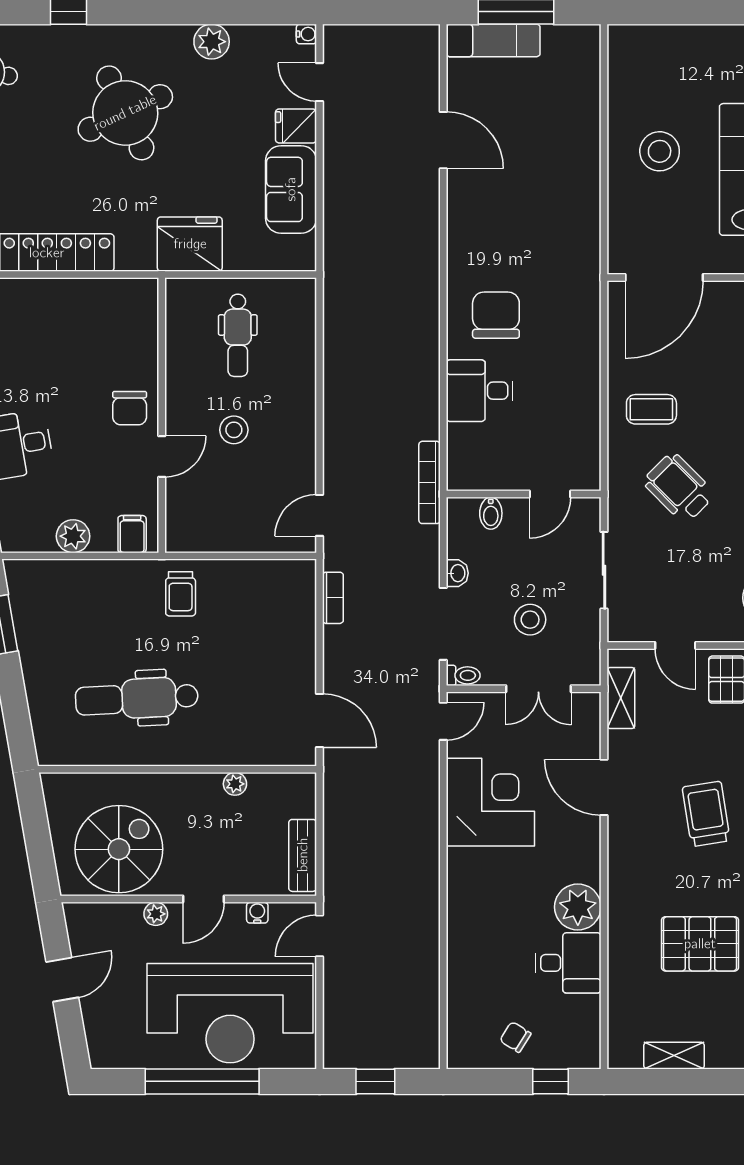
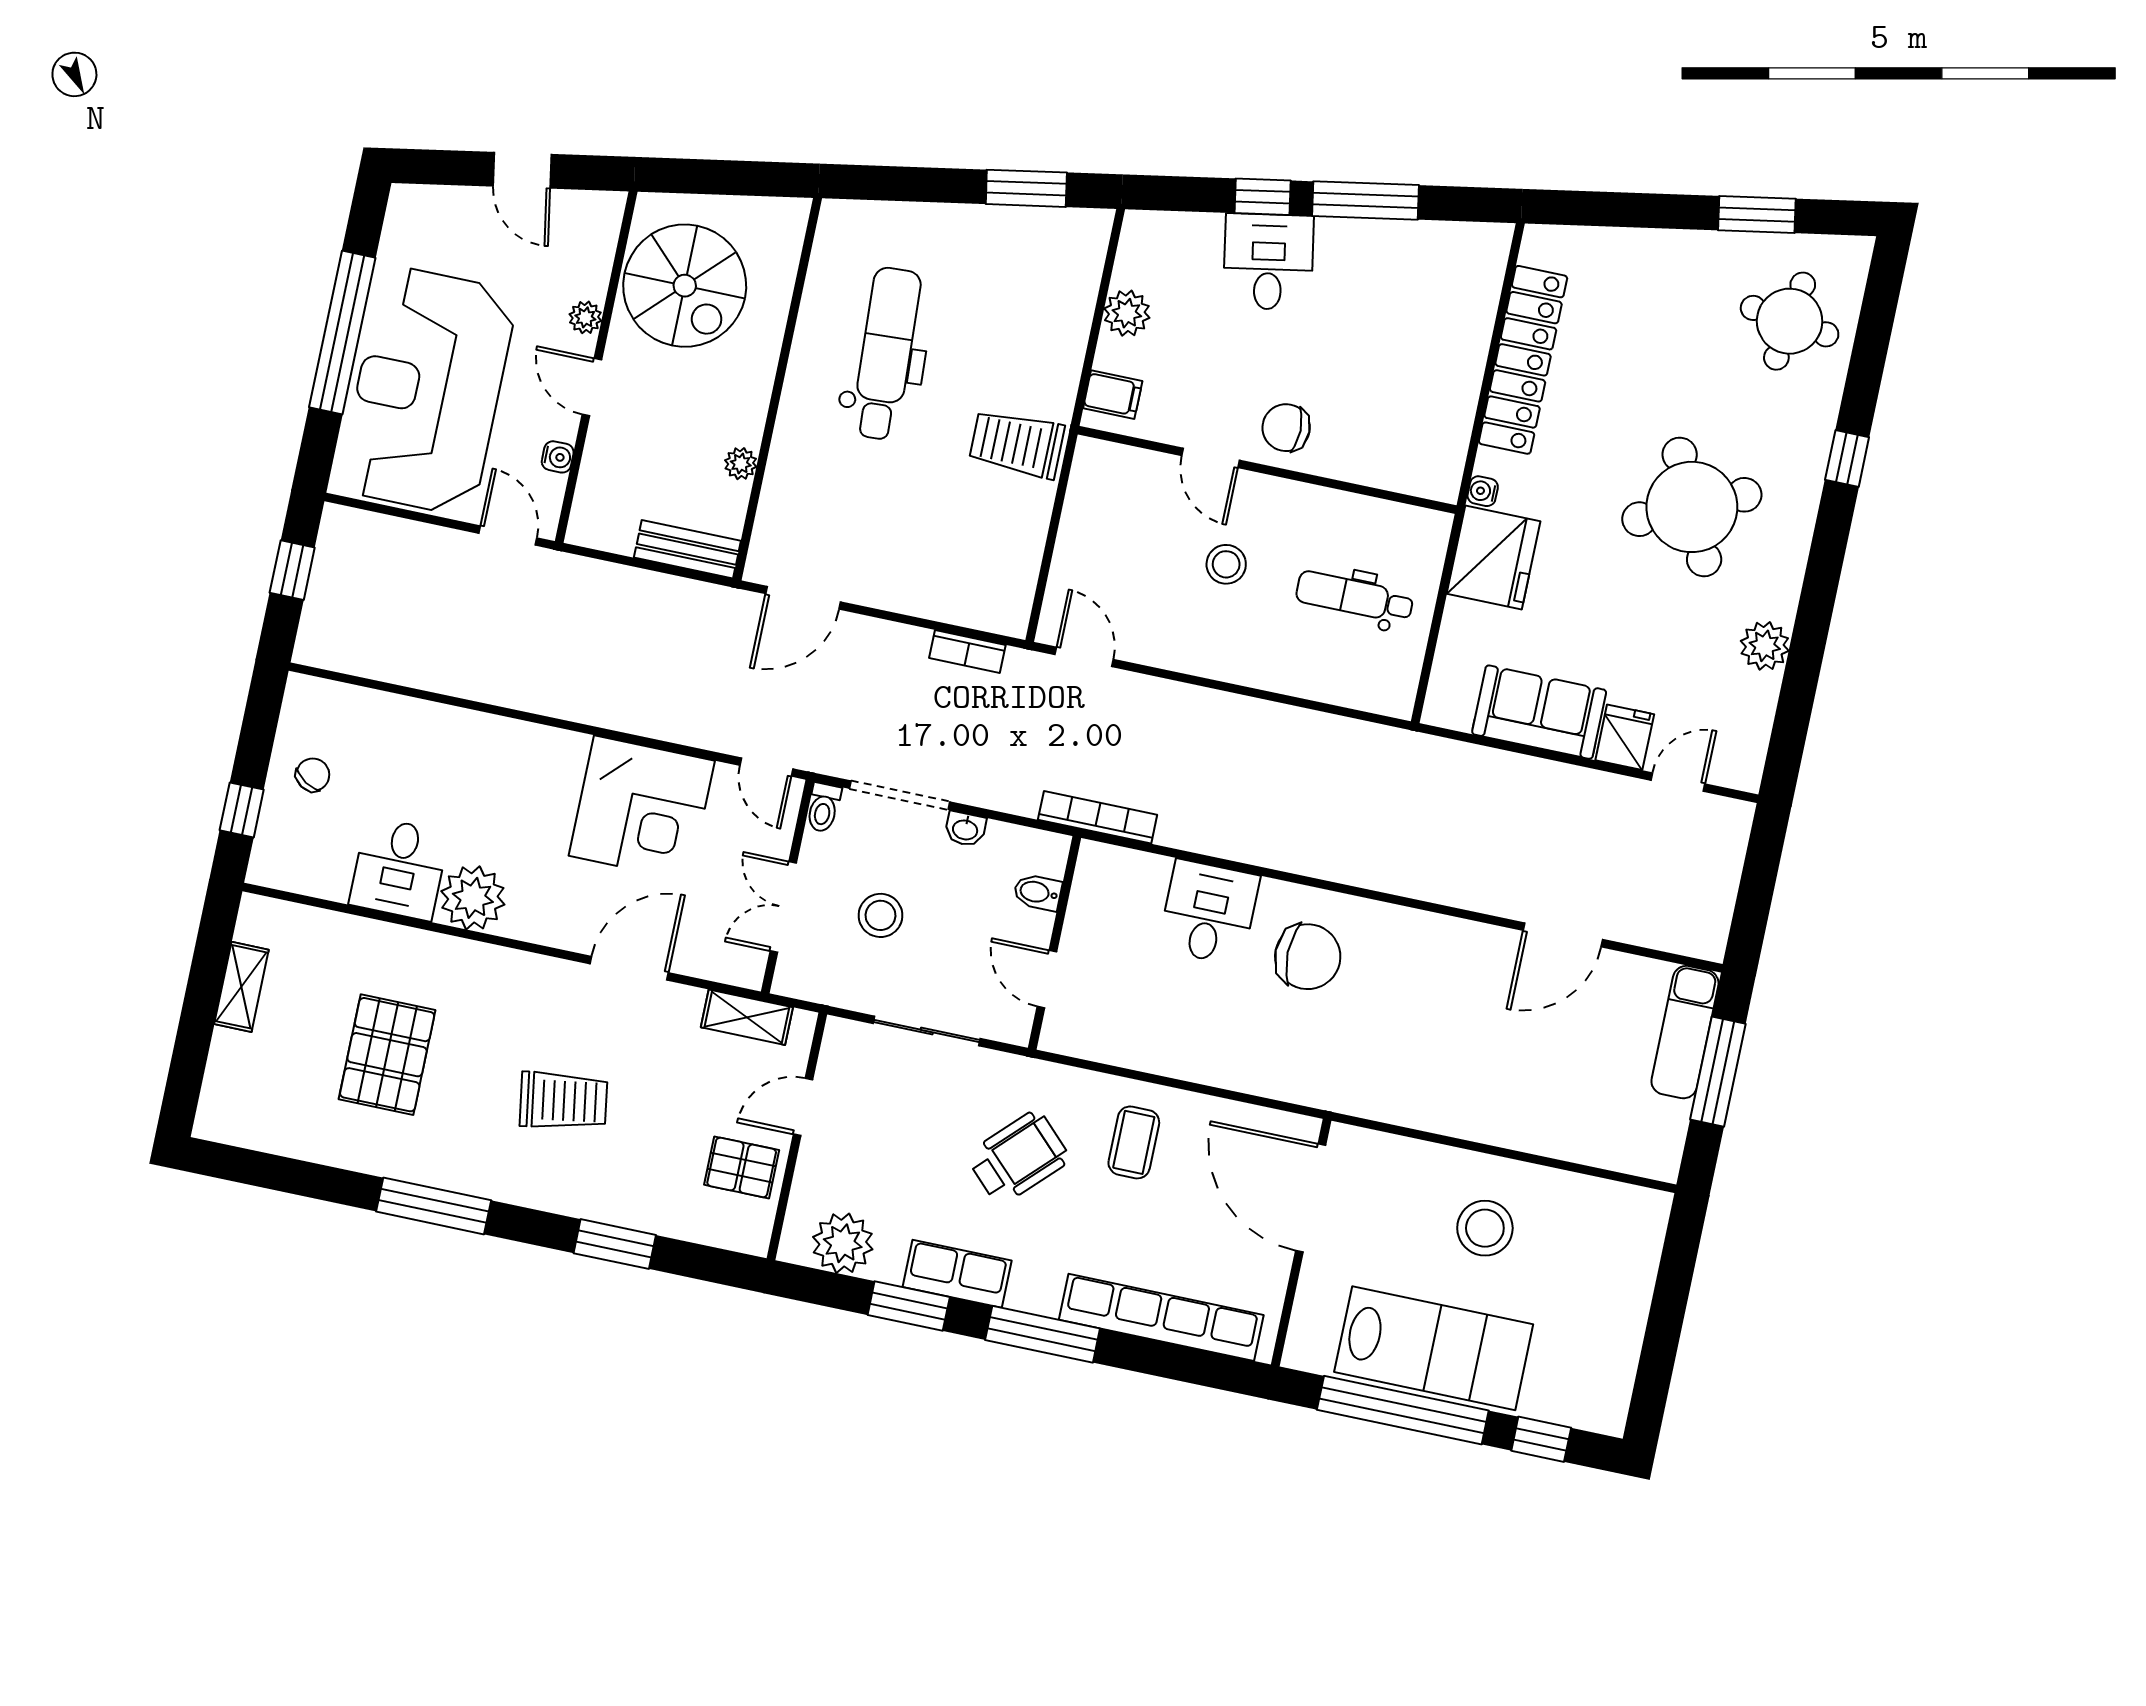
water cooler: (306, 34) -> (1483, 491), moved, turned 90
trolley: (181, 594) -> (1017, 444), width x1.36, depth x1.39
bench: (303, 855) -> (687, 549), moved

